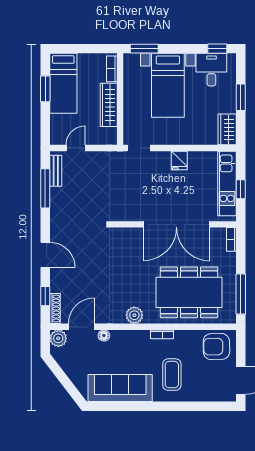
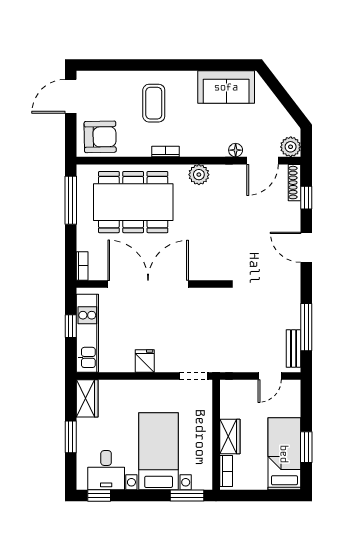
wardrobe: (109, 105) -> (230, 437), width x0.67
sofa: (120, 388) -> (226, 87), width x0.73

